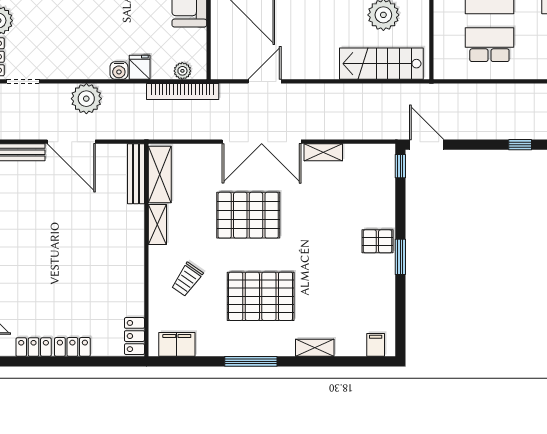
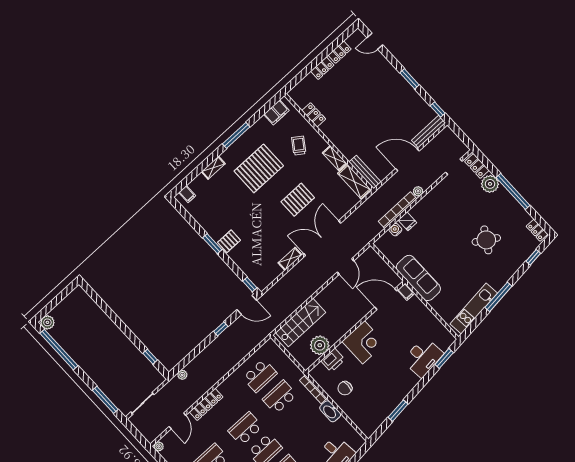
water cooler: (119, 71) -> (395, 230), moved
plant: (182, 71) -> (387, 237), removed
bookcase: (183, 92) -> (398, 210), moved
plant: (86, 99) -> (418, 191), width x0.53, depth x0.53
window: (520, 145) -> (221, 329), moved
pallet: (248, 215) -> (298, 200), width x0.73, depth x0.71
locker: (134, 336) -> (314, 115), moved

